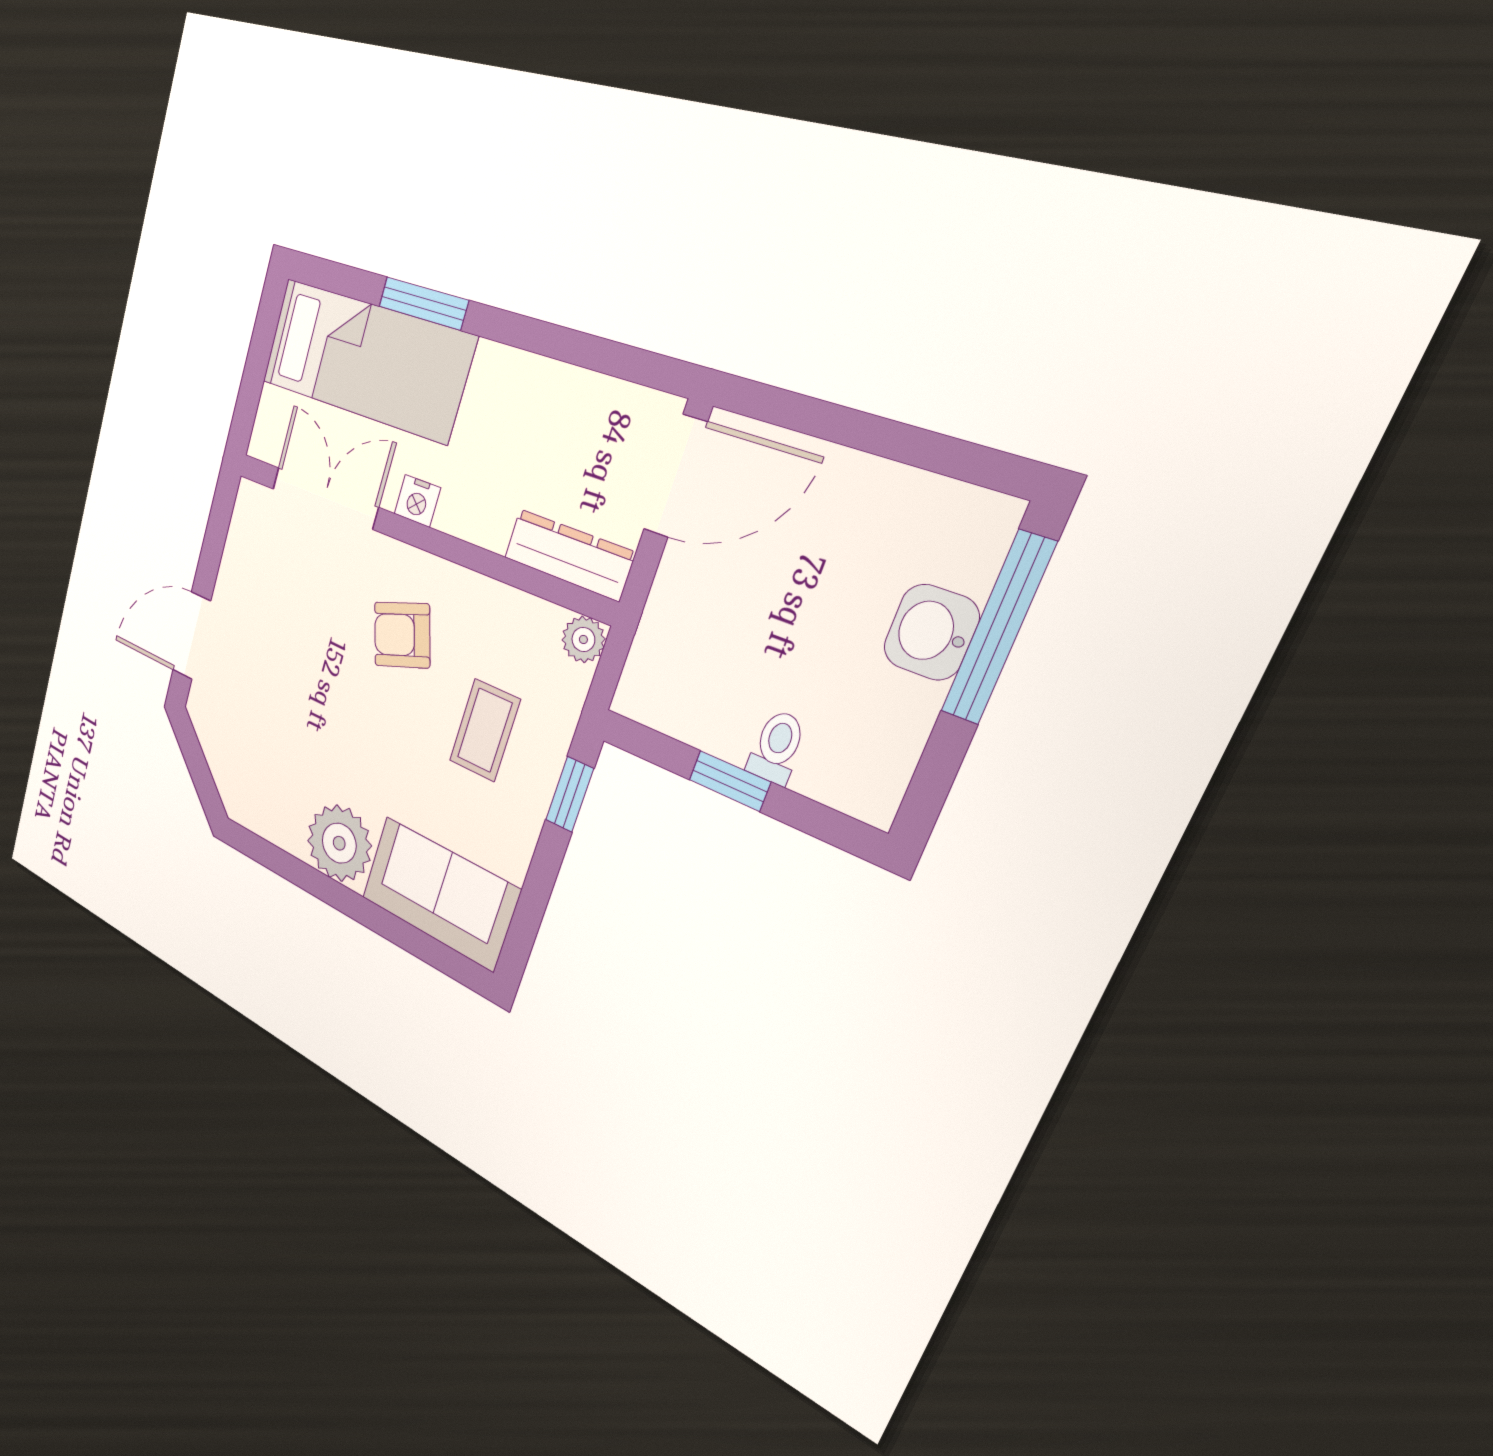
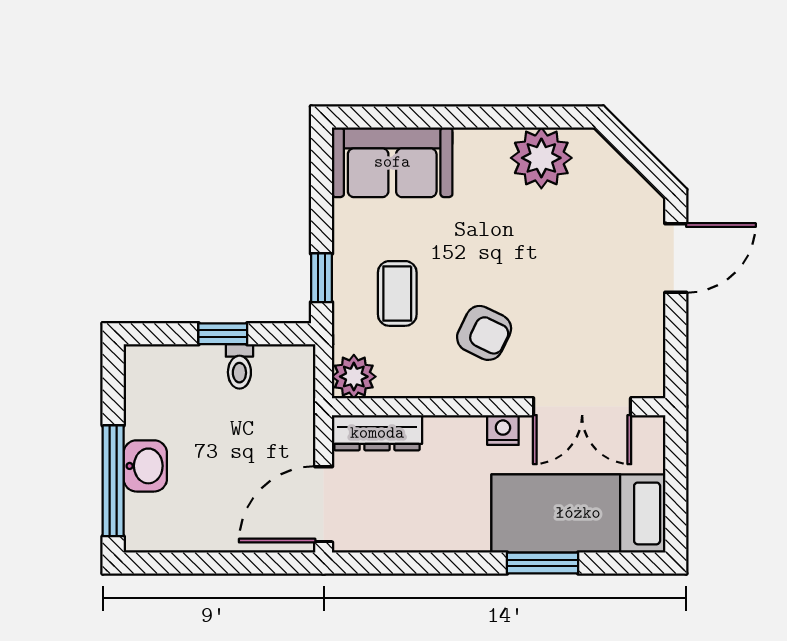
armchair: (402, 635) -> (484, 333), turned 45
plant: (583, 639) -> (354, 377), width x1.38, depth x1.38
toilet: (777, 747) -> (239, 366), moved
plant: (339, 843) -> (541, 158), moved

